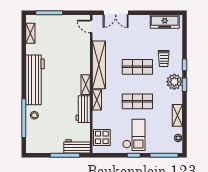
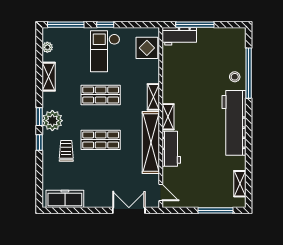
workbench: (83, 109) -> (171, 149), moved

